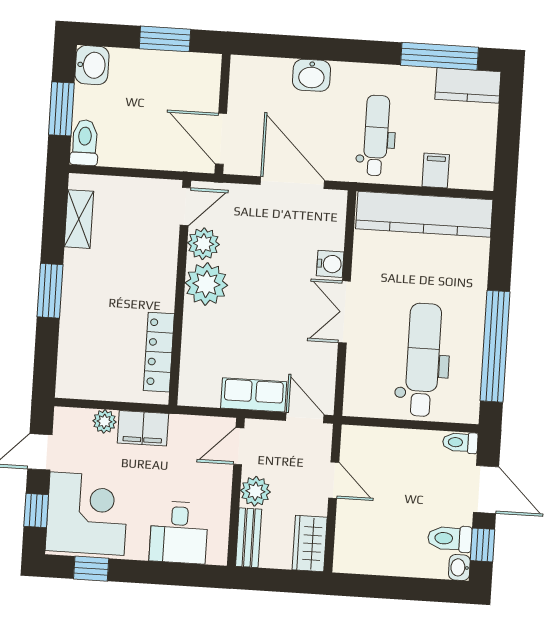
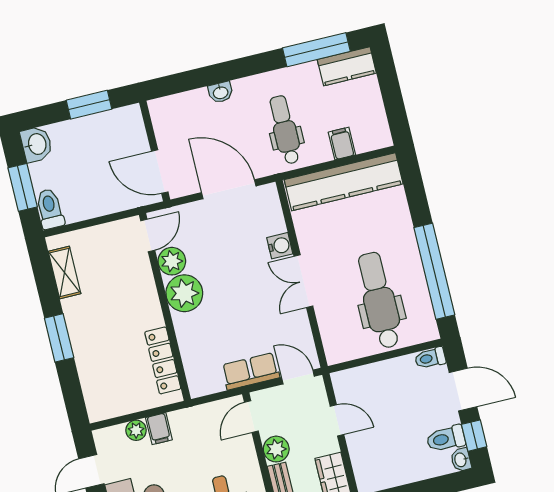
washbasin: (312, 75) -> (221, 92), width x0.72, depth x0.69
filing cabinet: (143, 428) -> (159, 429), width x0.50

